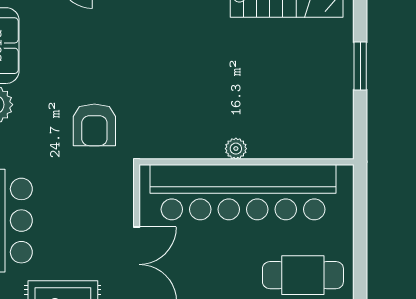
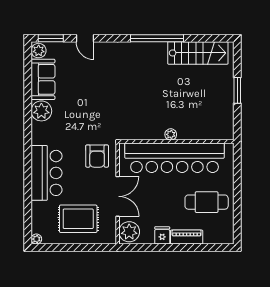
armchair: (94, 125) -> (97, 156), moved

